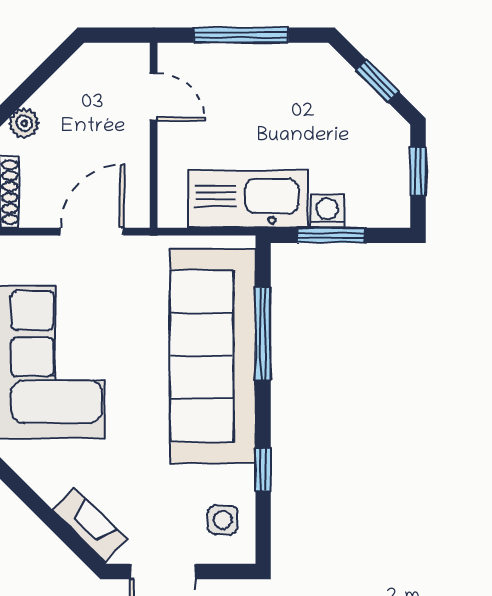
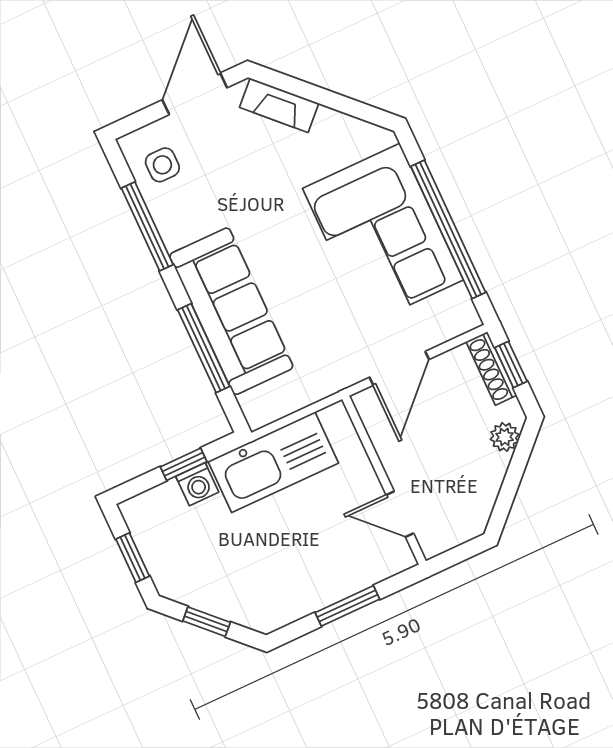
window: (241, 35) -> (347, 606), width x0.69
window: (331, 235) -> (184, 464), width x0.67
sofa: (213, 356) -> (231, 311), width x0.74, depth x0.79
window: (263, 470) -> (147, 226), width x2.17

